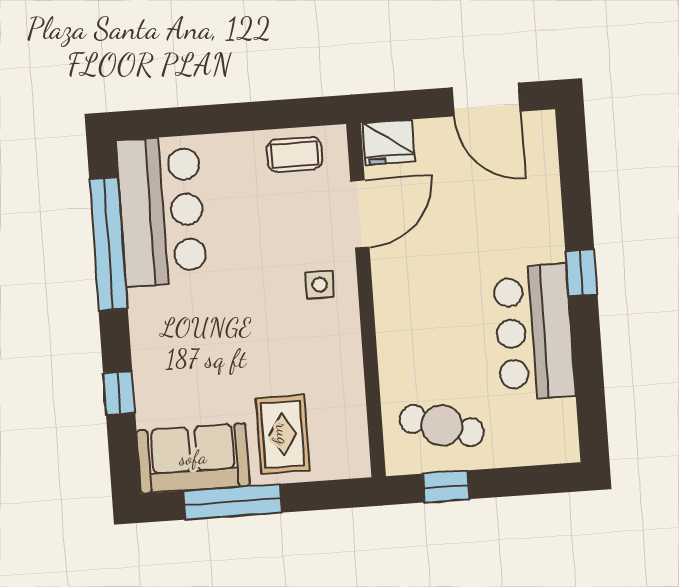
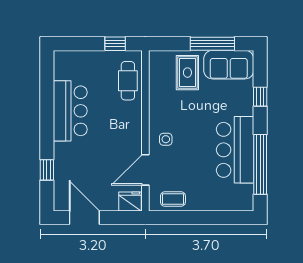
bar counter: (162, 211) -> (235, 150), moved
window: (581, 273) -> (47, 170), moved
cafe table: (442, 426) -> (128, 81), moved, turned 73

